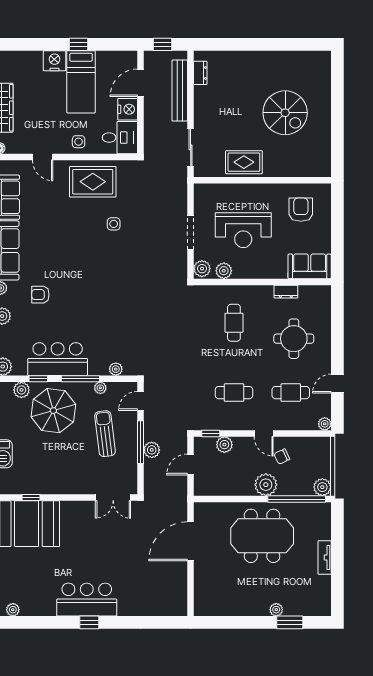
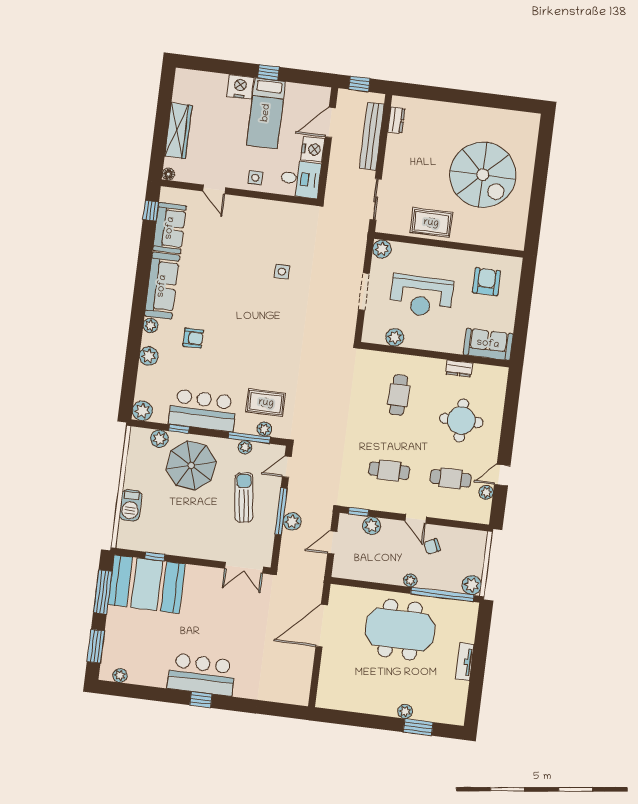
spiral stairs: (285, 113) -> (483, 175), width x1.37, depth x1.37
rug: (93, 182) -> (266, 403), moved, width x0.73, depth x0.70
plant: (202, 269) -> (382, 249), moved
armchair: (40, 295) -> (193, 338), turned 180
window: (80, 379) -> (249, 438), moved
plant: (325, 424) -> (486, 492), moved
plant: (266, 485) -> (410, 580), width x0.53, depth x0.53

